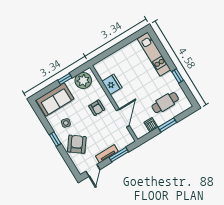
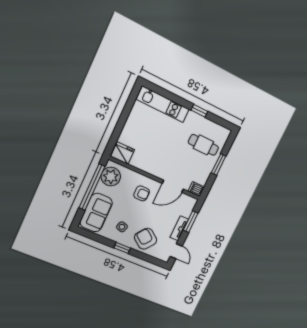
window: (65, 79) -> (92, 187), width x3.17
fridge: (112, 84) -> (123, 153), moved
cafe table: (165, 103) -> (203, 145), turned 90
door: (123, 118) -> (173, 186), swing flipped
dishwasher: (151, 125) -> (196, 189), moved

